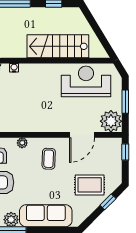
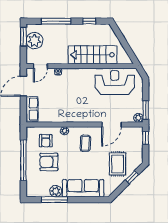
window: (125, 102) -> (146, 110), moved
plant: (111, 121) -> (138, 118), width x0.53, depth x0.53
rug: (90, 185) -> (118, 164), turned 90

